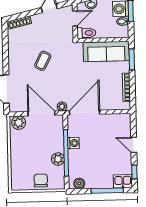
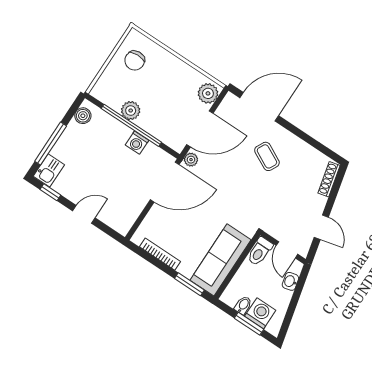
coffee table: (43, 61) -> (267, 156), moved
door: (85, 113) -> (165, 182), hinge flipped
chair: (41, 180) -> (135, 60), moved, turned 87

